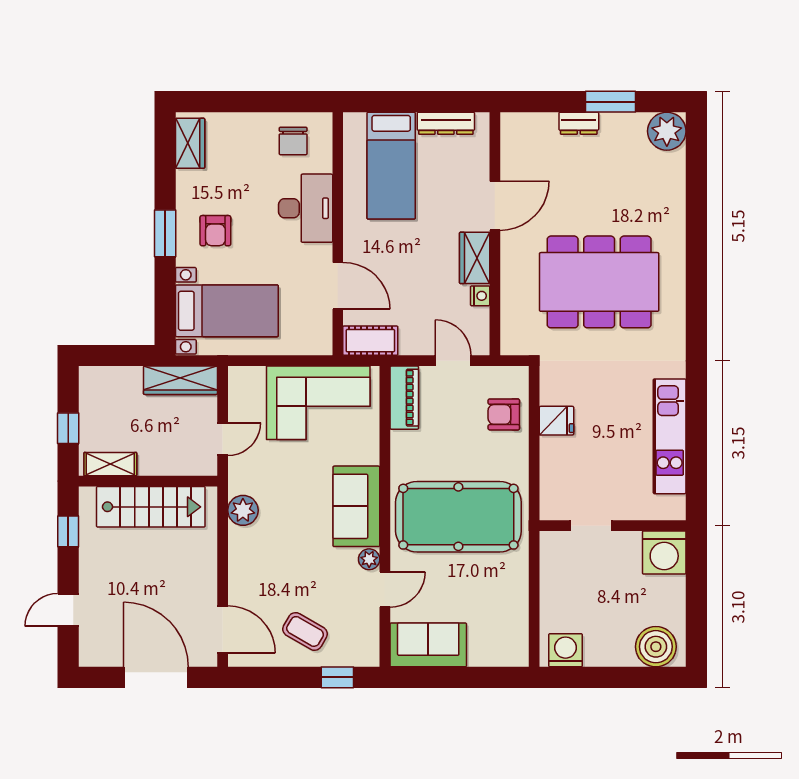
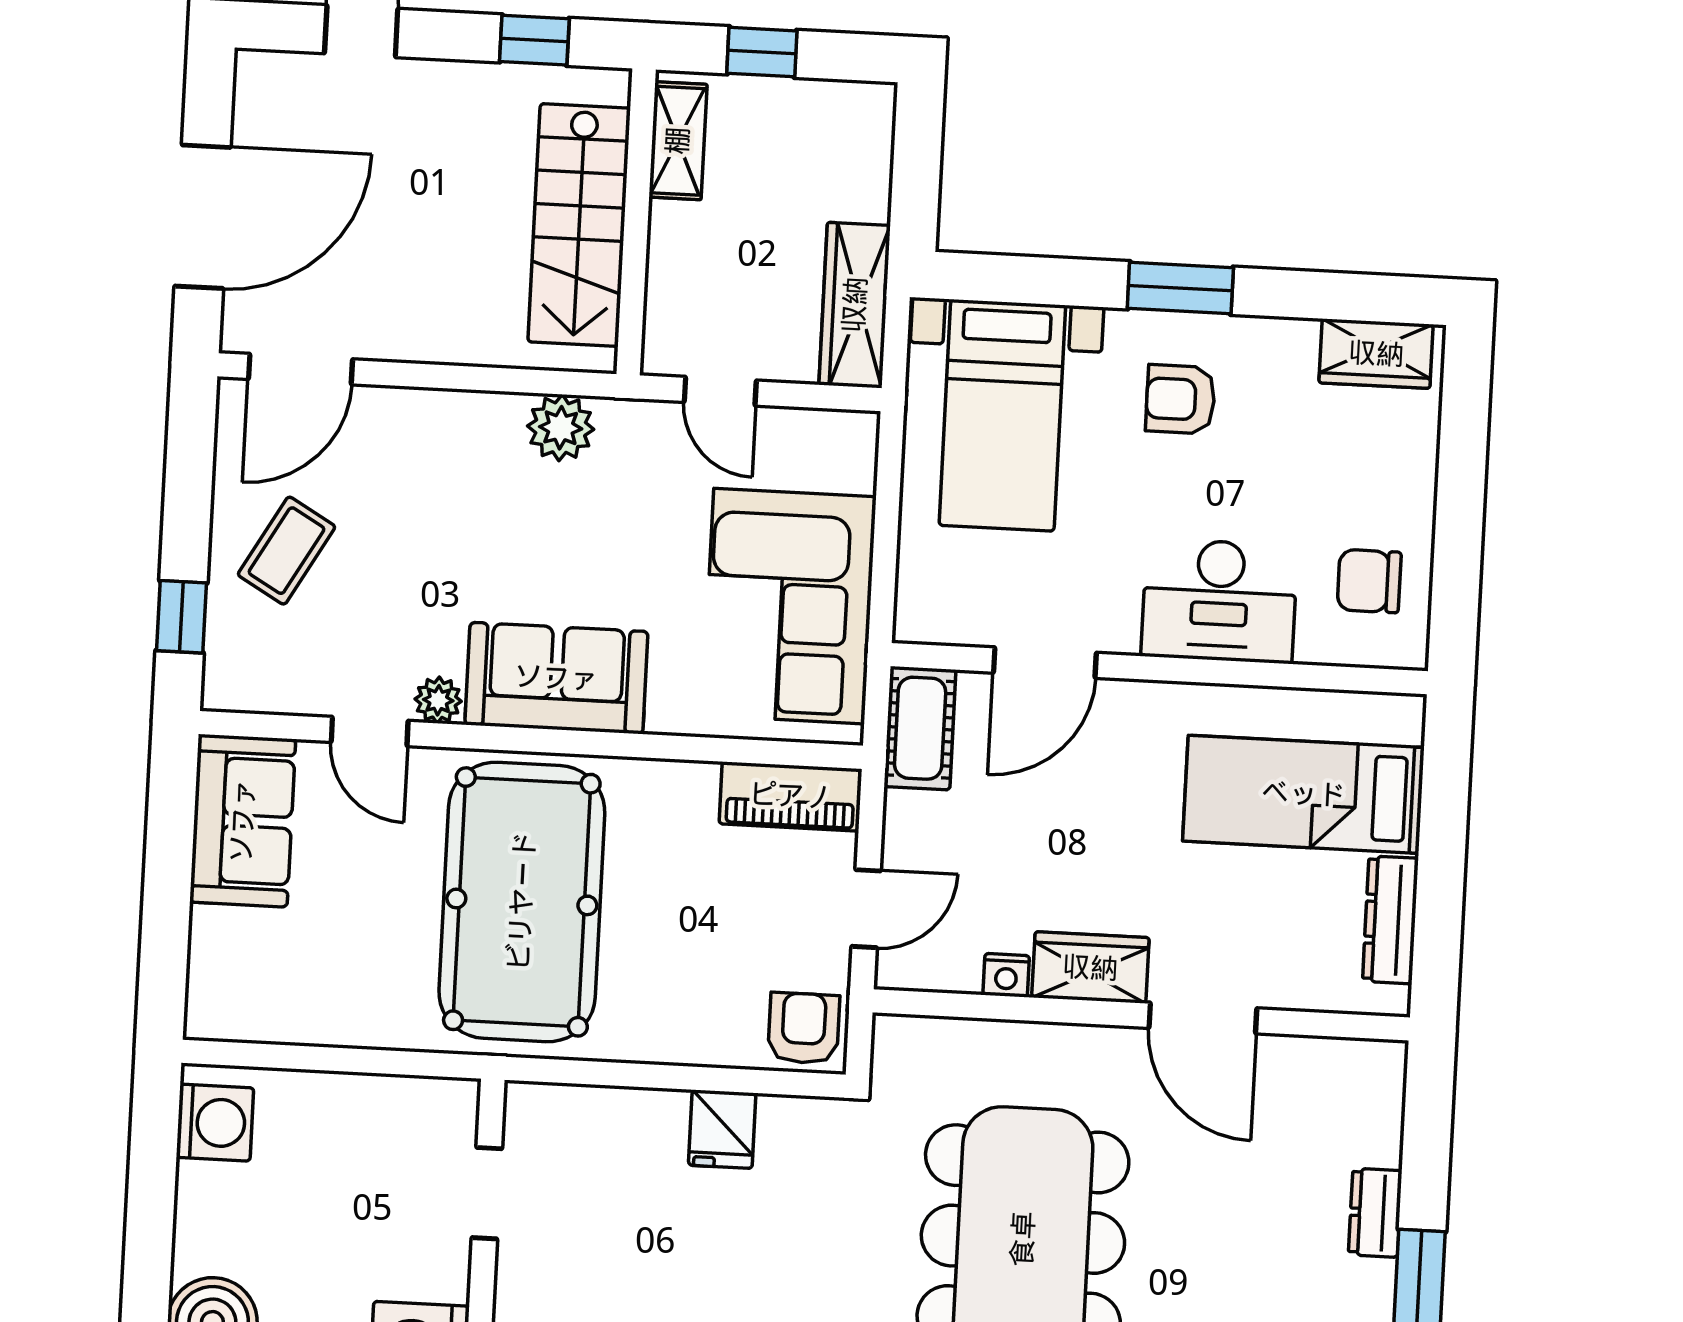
armchair: (504, 414) -> (804, 1028), moved

